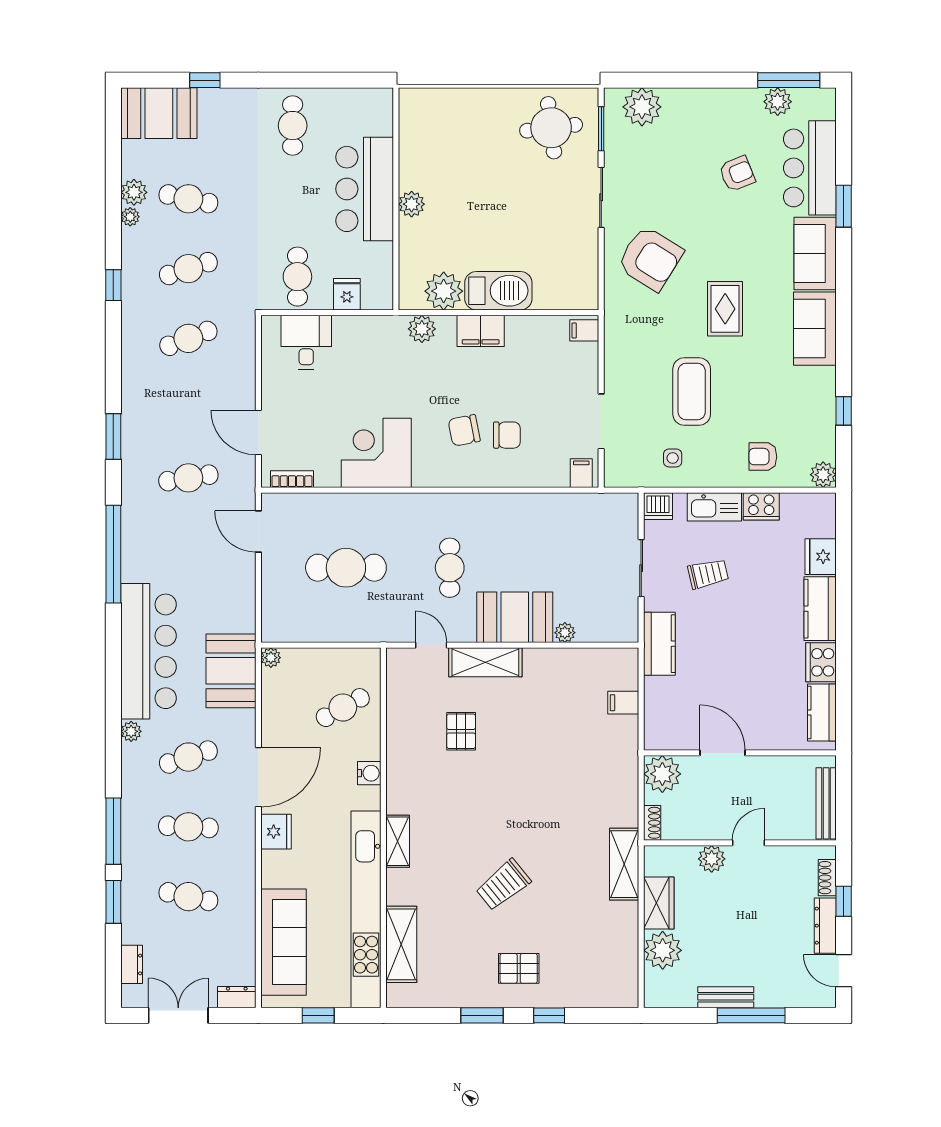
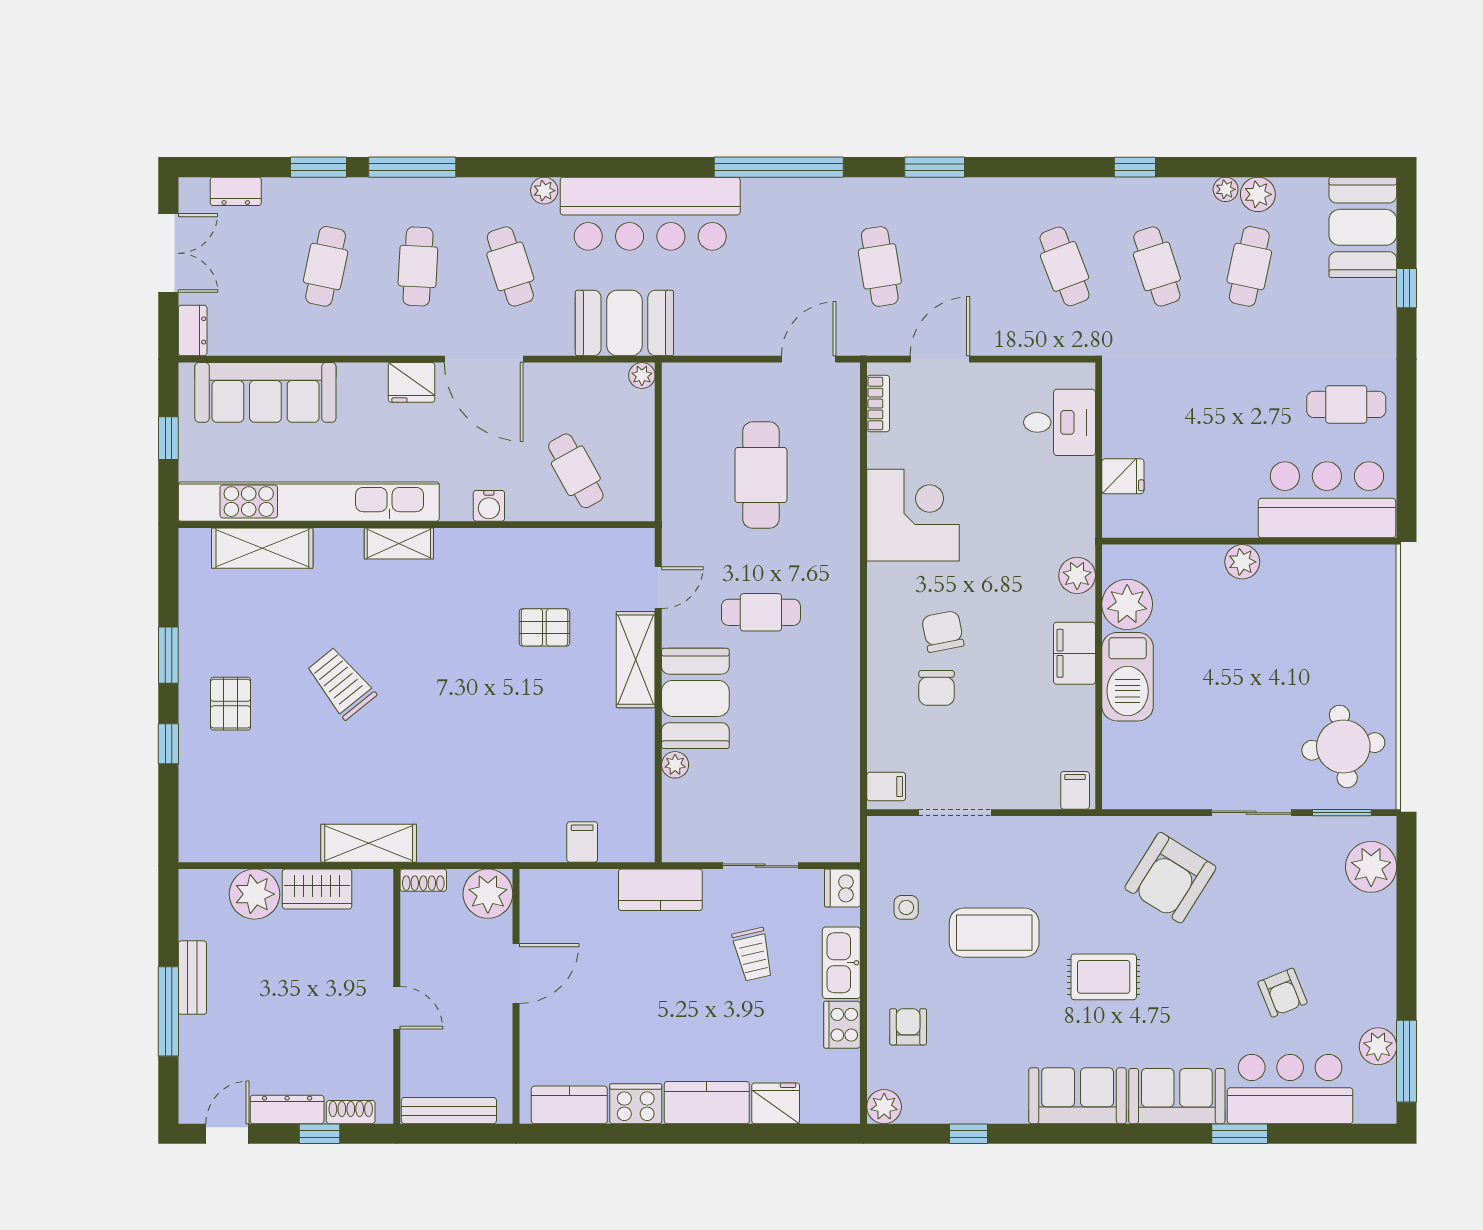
bar counter: (365, 189) -> (1327, 500), moved
cafe table: (297, 277) -> (1146, 411), removed
plant: (712, 859) -> (376, 959), removed

